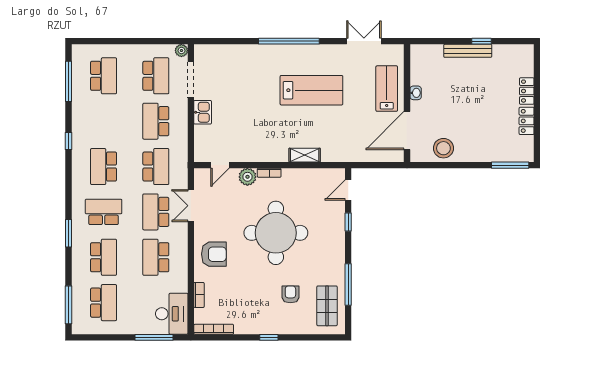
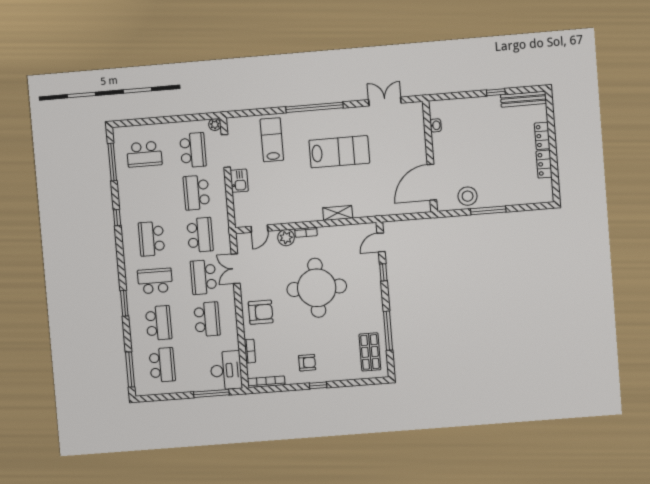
bench: (468, 51) -> (523, 99), moved
school desk: (104, 76) -> (144, 154), turned 90
lab bench: (387, 89) -> (272, 140), moved
washbasin: (416, 93) -> (436, 125), moved
window: (510, 165) -> (488, 210), moved
school desk: (156, 257) -> (207, 319), turned 180
armchair: (290, 294) -> (307, 363), moved, turned 90

